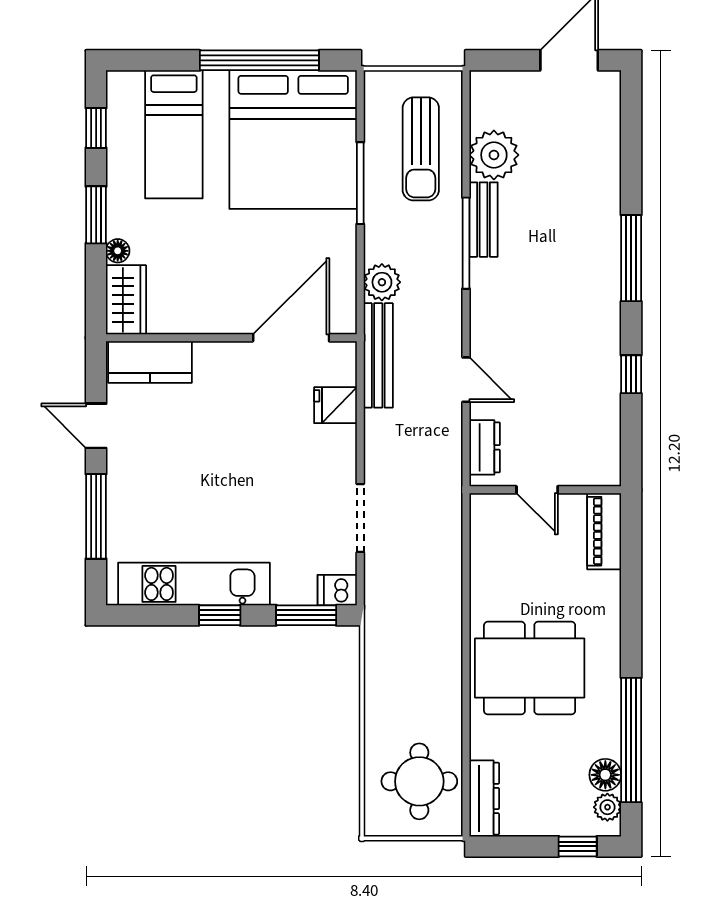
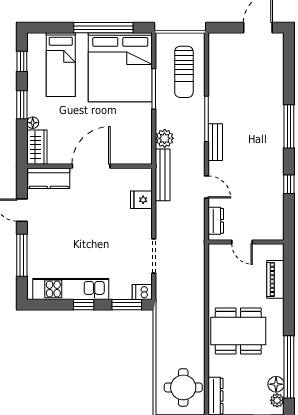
plant: (494, 155) -> (220, 75), removed
bench: (483, 220) -> (215, 142), moved
door: (291, 338) -> (91, 166), moved
piano: (604, 531) -> (275, 279), moved

